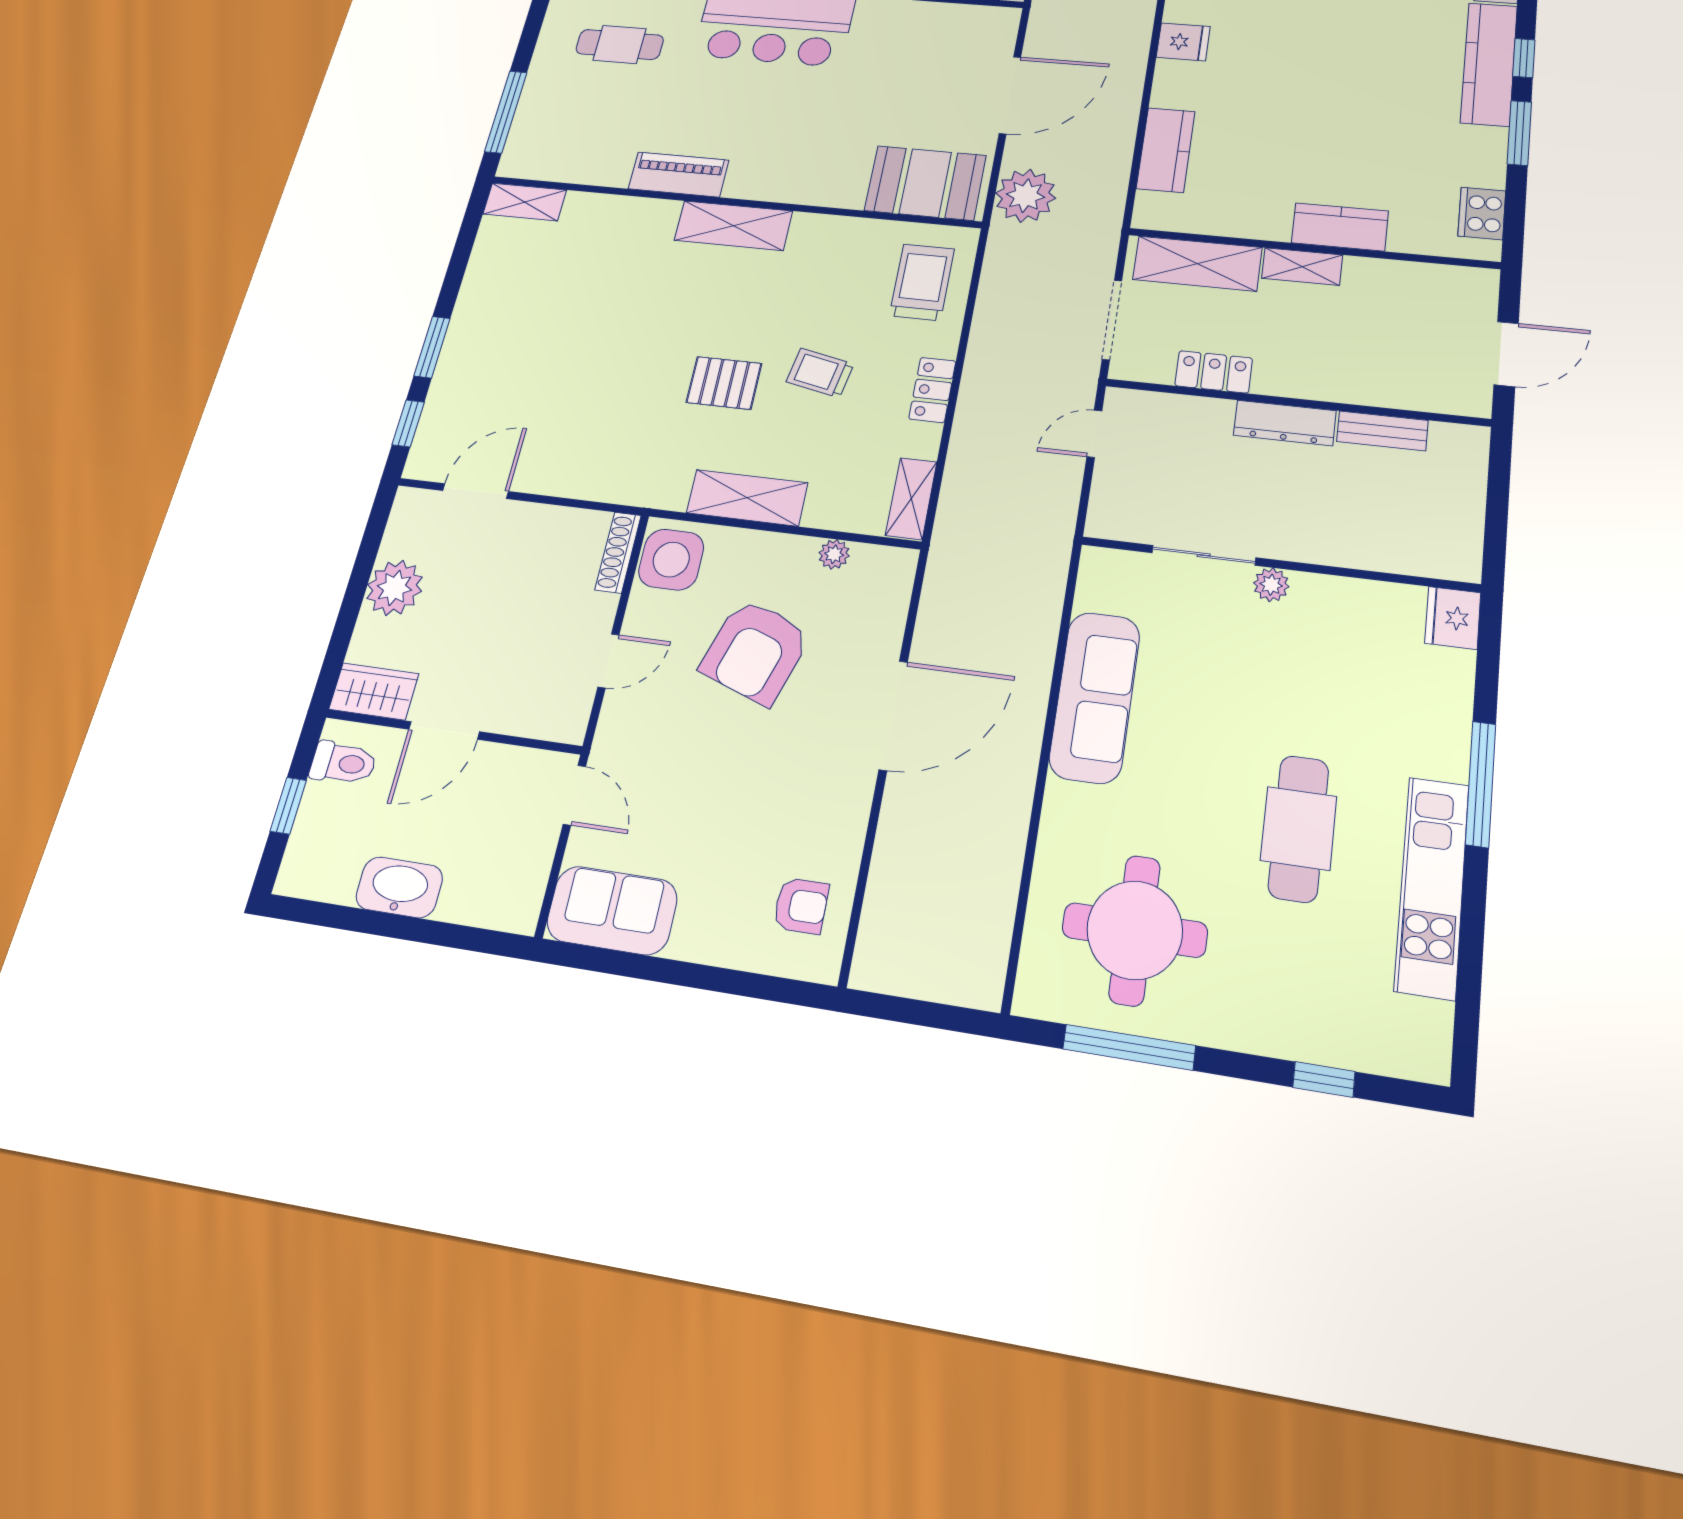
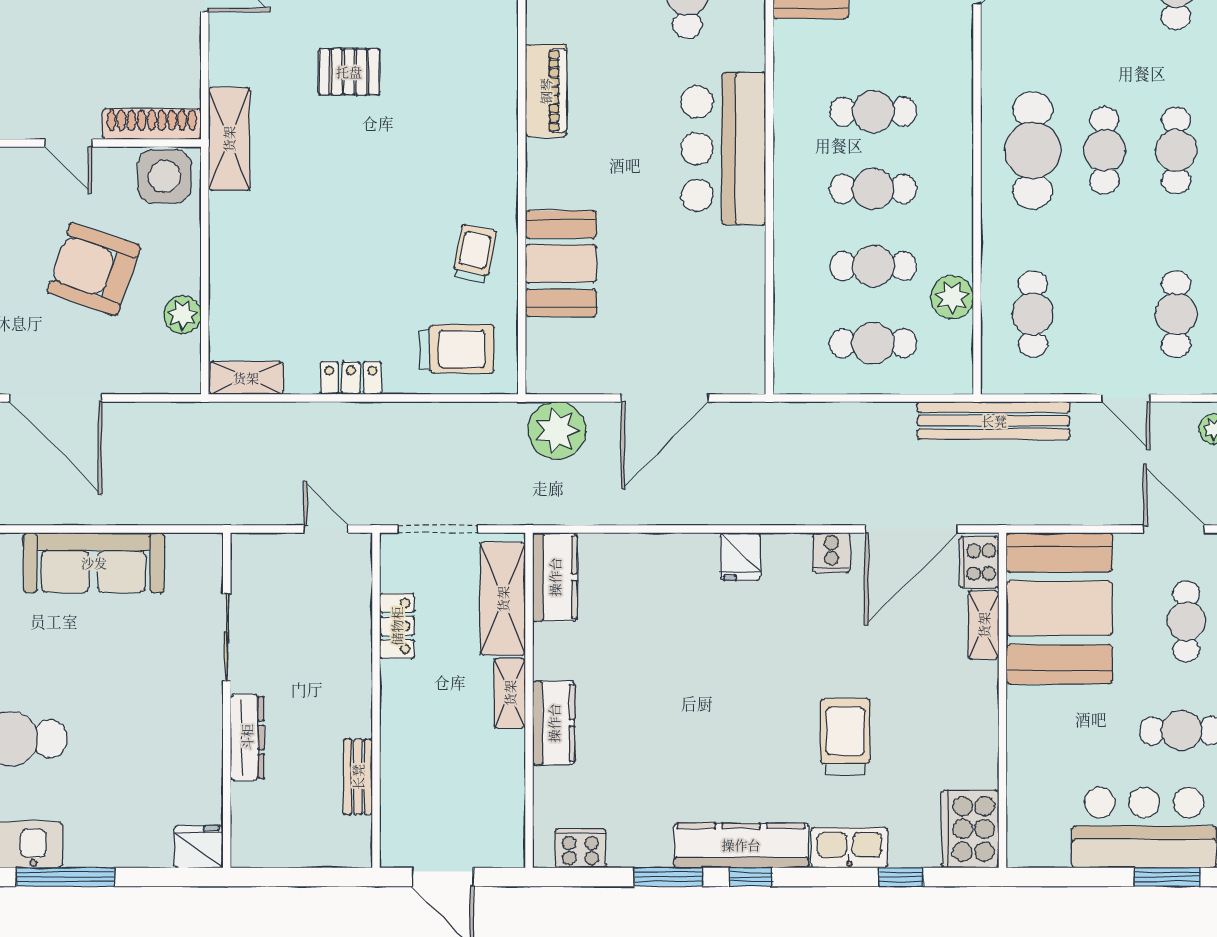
door: (1010, 95) -> (665, 398), hinge flipped
kitchen counter: (1166, 150) -> (555, 577), moved, turned -90
booth: (925, 183) -> (561, 264), moved
shelving: (733, 226) -> (497, 157), removed
trolley: (820, 373) -> (474, 254), moved
pallet: (724, 383) -> (349, 72), moved, turned 90
dresser: (1285, 423) -> (247, 737), moved, turned 180
shelving: (747, 498) -> (229, 139), moved
shoe rack: (618, 552) -> (152, 124), width x1.36, depth x1.24
plant: (834, 554) -> (182, 315), width x1.38, depth x1.38
plant: (1271, 585) -> (208, 696), removed

